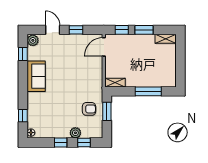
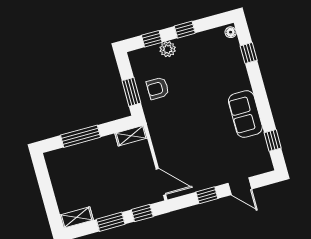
plant: (33, 40) -> (264, 163), removed
door: (104, 47) -> (161, 182), hinge flipped

